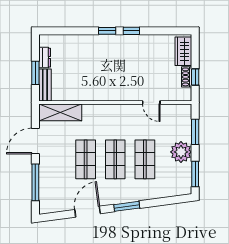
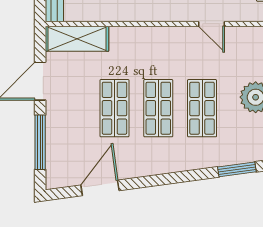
window: (127, 206) -> (237, 169), moved
door: (88, 212) -> (100, 188), moved

